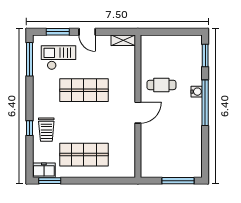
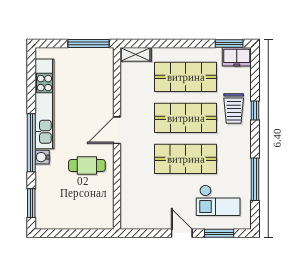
shelving: (123, 40) -> (136, 54), moved
window: (29, 59) -> (255, 179), moved
shop shelf: (84, 122) -> (186, 118), added
trolley: (46, 130) -> (234, 109), turned 180
kitchen unit: (195, 133) -> (44, 104), added
window: (178, 181) -> (88, 44), moved

